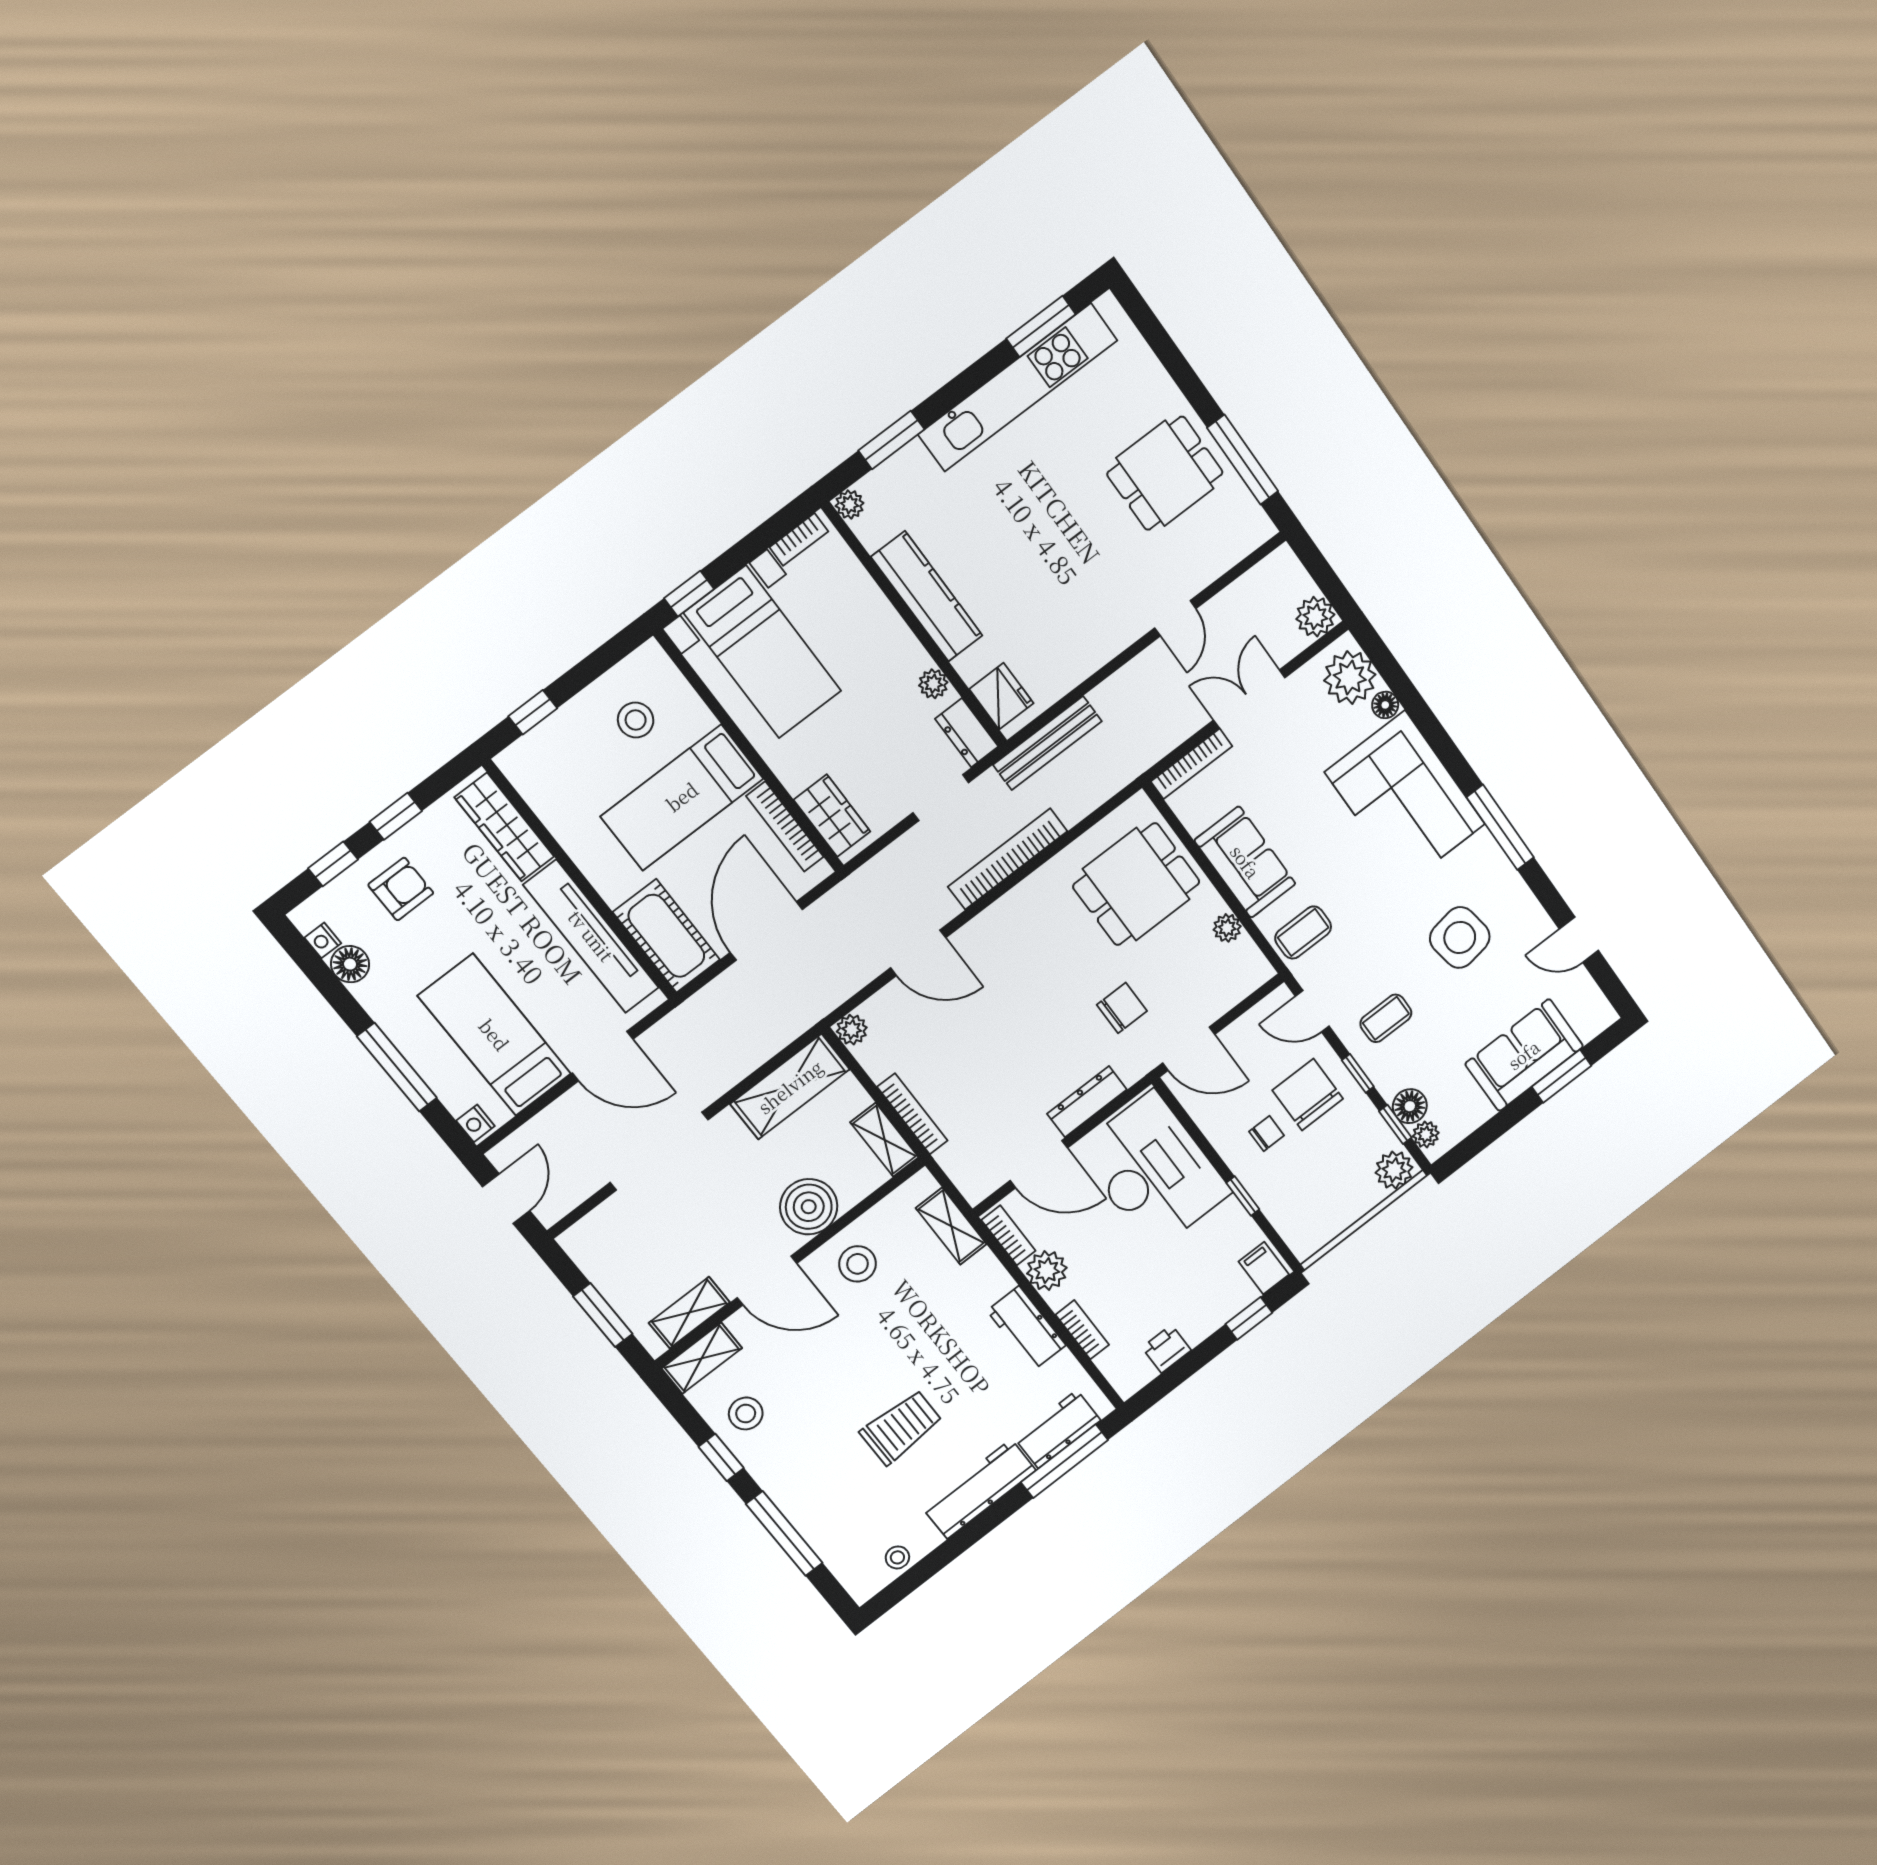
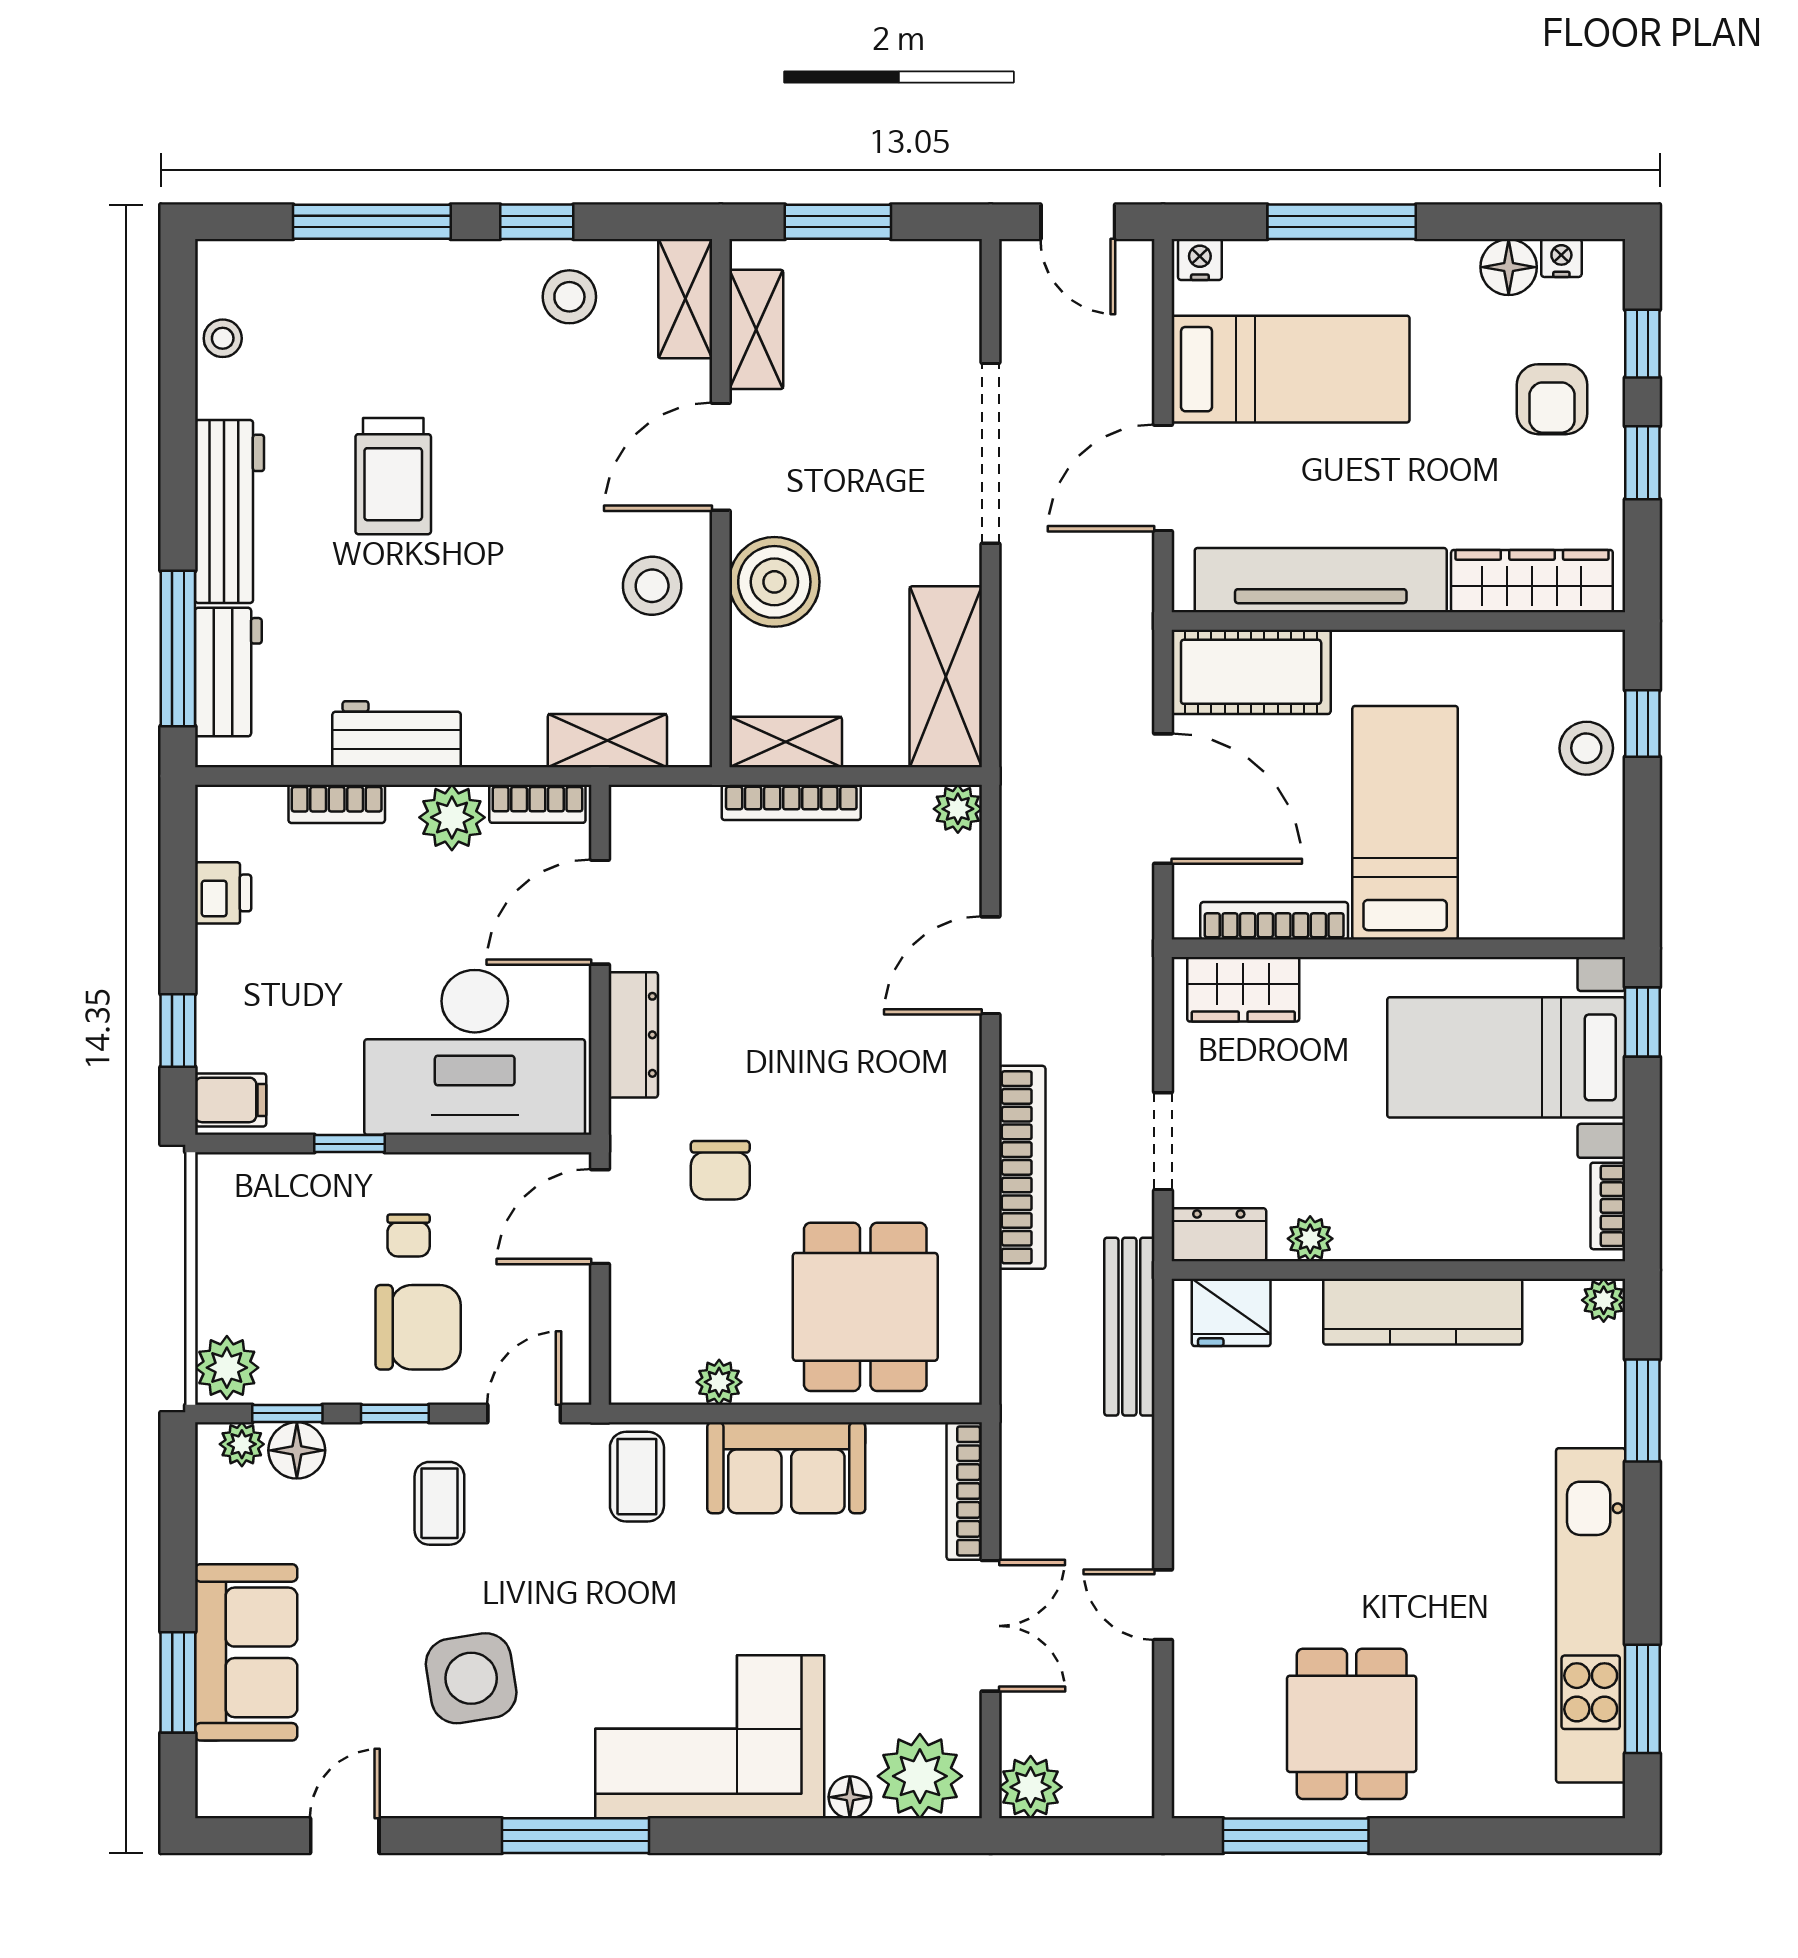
stool: (636, 720) -> (1586, 748), moved

